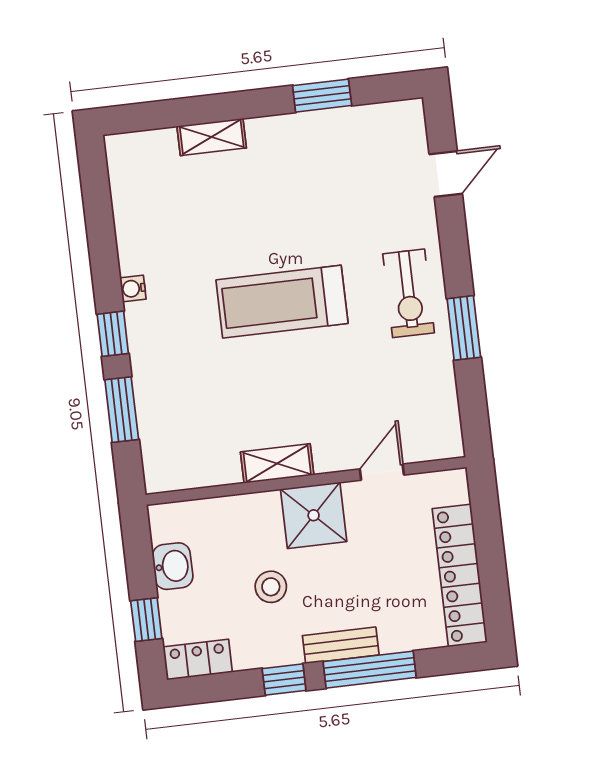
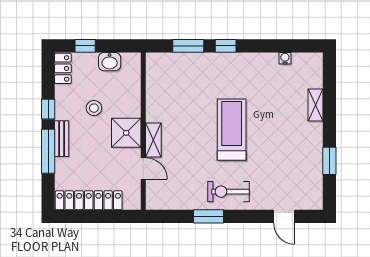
water cooler: (133, 289) -> (285, 58), moved
shelving: (277, 463) -> (153, 140), moved

